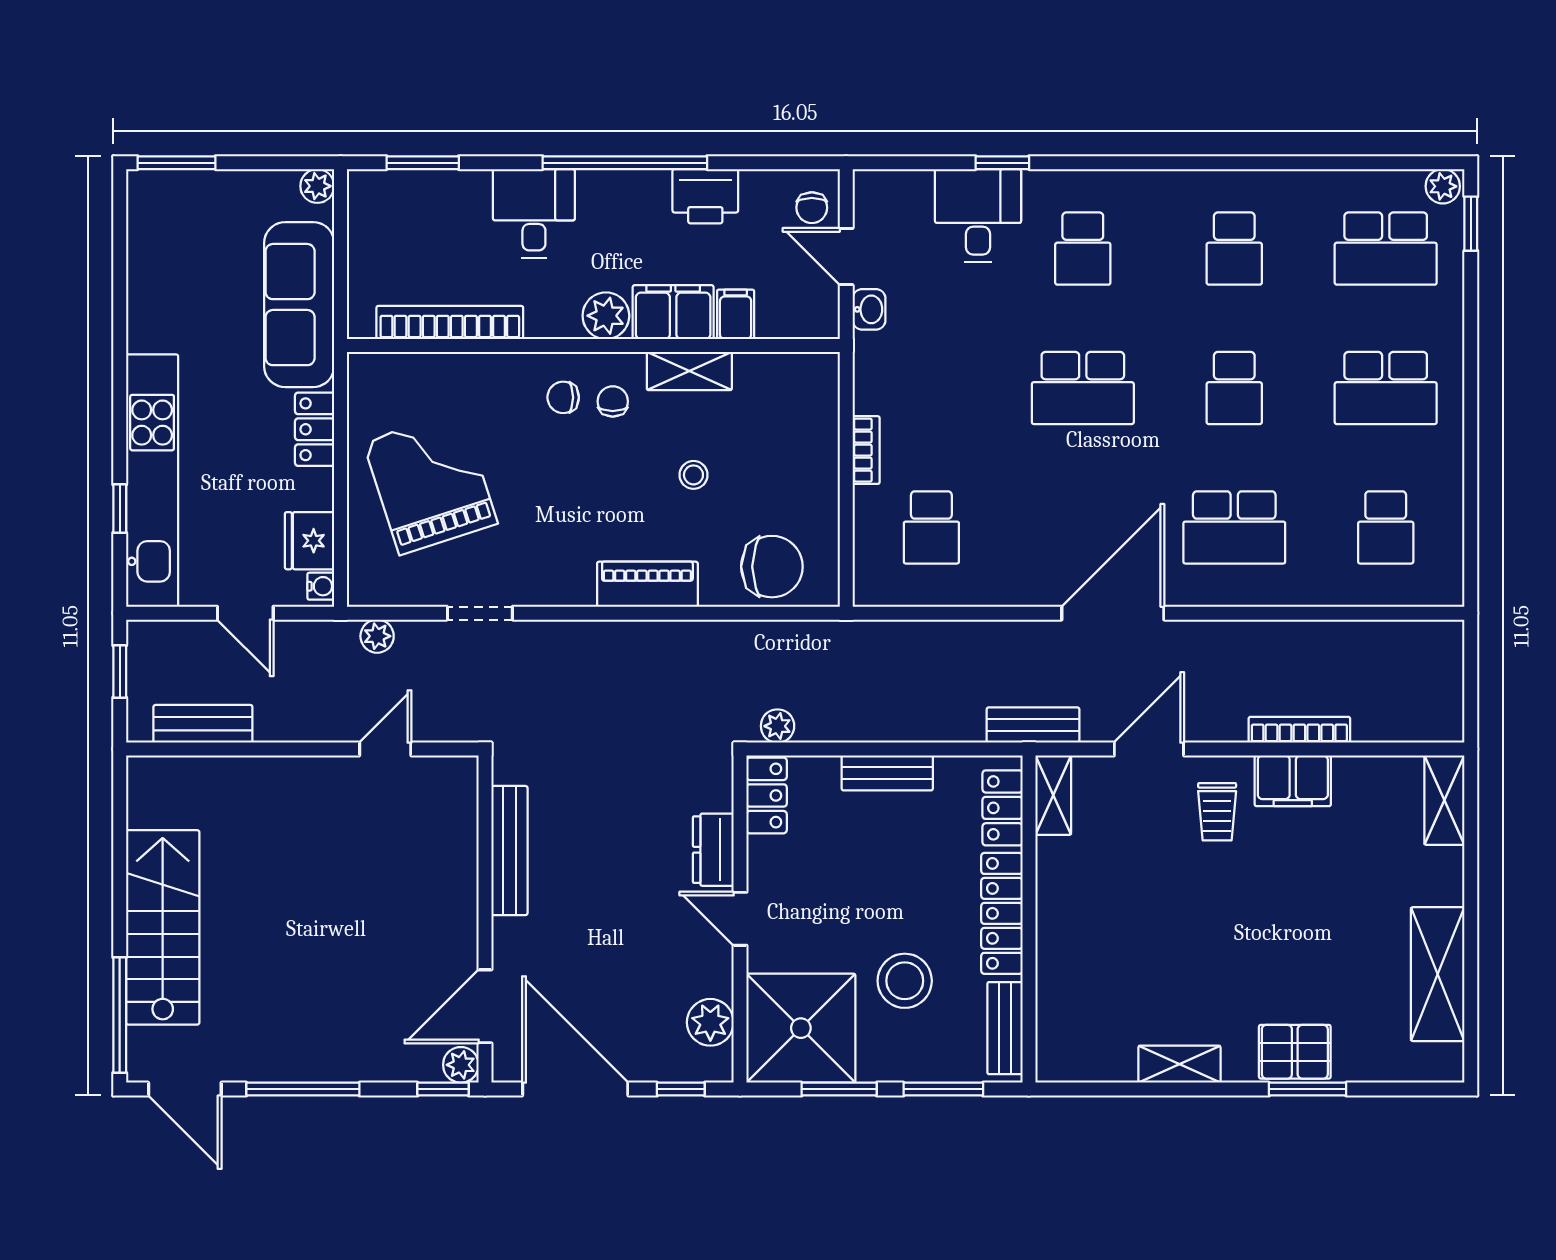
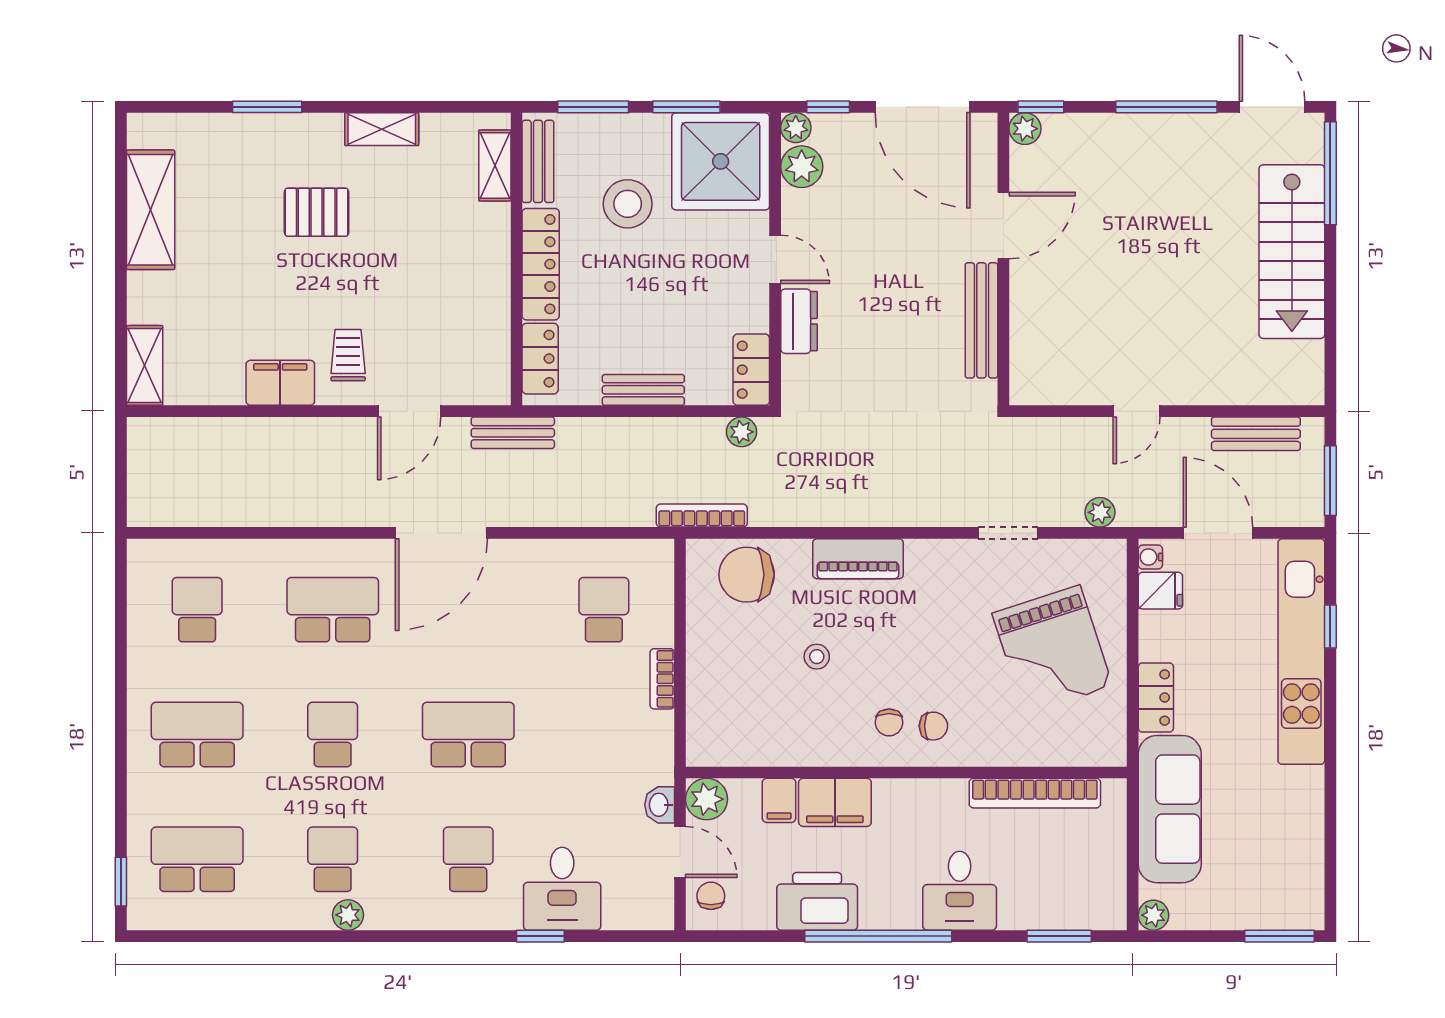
plant: (1443, 186) -> (348, 915), moved
printer: (705, 196) -> (817, 901), width x1.37, depth x1.19
plant: (606, 316) -> (707, 799), moved
shelving: (689, 371) -> (820, 750), removed
fridge: (310, 541) -> (1160, 591), width x0.72
door: (245, 613) -> (1218, 533), width x1.38
window: (120, 672) -> (1330, 481), width x1.50
bookcase: (1299, 730) -> (702, 516), moved, turned 180
door: (385, 749) -> (1137, 411), moved
shelving: (1053, 795) -> (495, 165), moved
door: (485, 1006) -> (1003, 226), moved
pallet: (1295, 1052) -> (317, 212), moved
plant: (717, 1066) -> (796, 128), added

